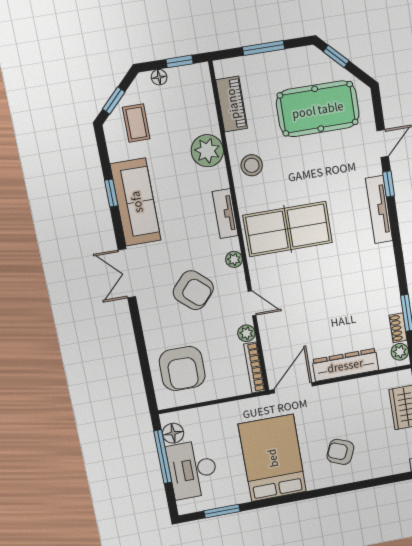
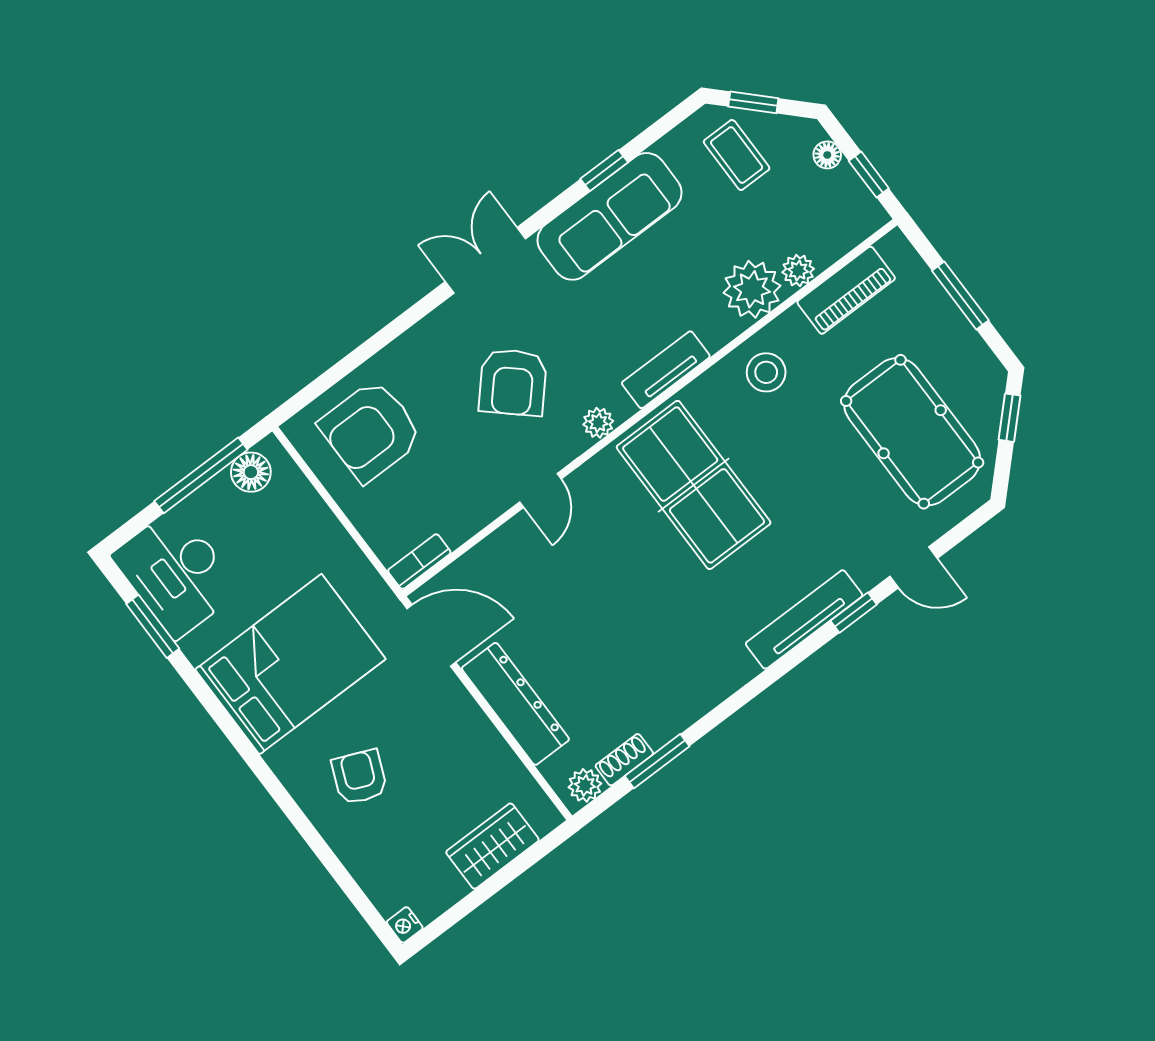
coffee table: (136, 123) -> (737, 155), turned 90
plant: (246, 333) -> (798, 271), moved
bookcase: (254, 367) -> (419, 562), width x0.64
desk: (193, 469) -> (176, 573), moved, turned -90

